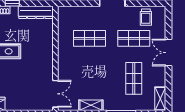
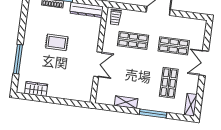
trolley: (146, 17) -> (115, 17), moved
double door: (55, 94) -> (98, 64), moved

